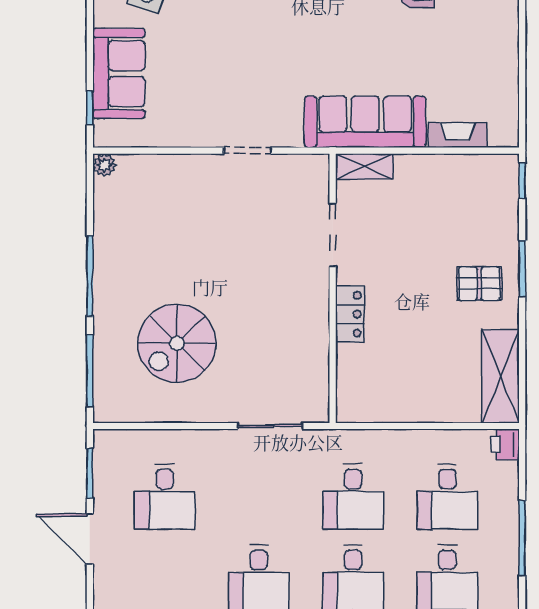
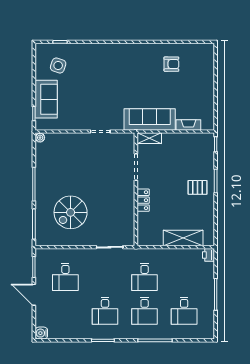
shelving: (500, 376) -> (183, 238), moved, turned 90
desk: (447, 497) -> (184, 277), removed

